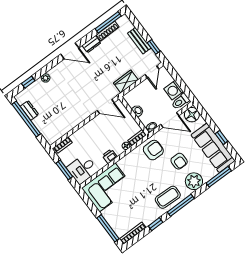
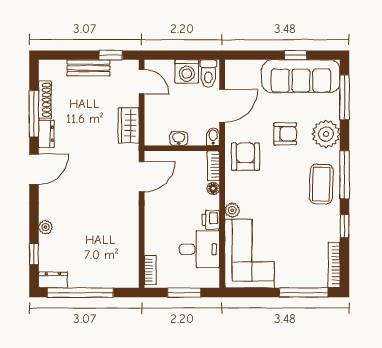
window: (108, 22) -> (34, 114), moved
dresser: (29, 110) -> (53, 280), moved
floor lamp: (192, 115) -> (237, 72), removed
plant: (122, 163) -> (232, 210), added
desk: (82, 169) -> (199, 249), moved, turned -90

